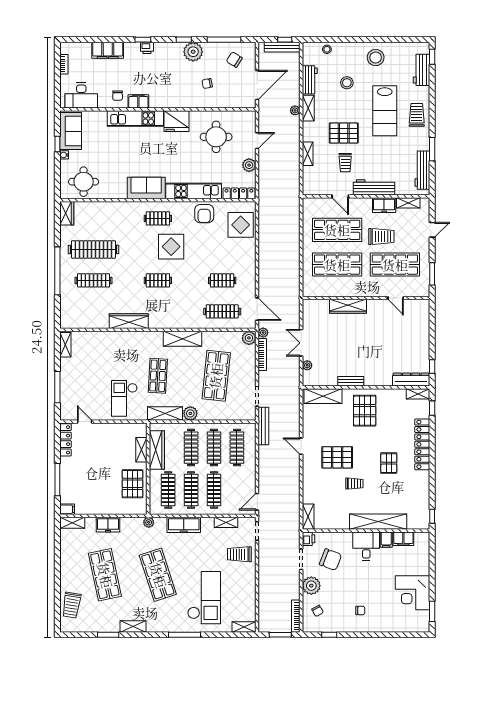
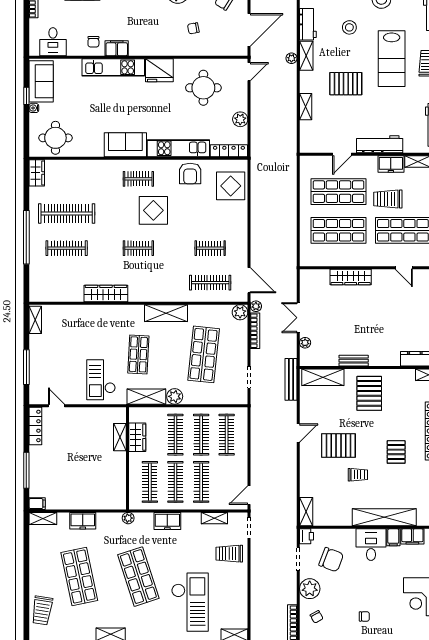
desk: (81, 96) -> (53, 42), width x0.73
door: (257, 141) -> (249, 72), moved
trolley: (345, 163) -> (347, 117), removed
door: (340, 196) -> (342, 154), hinge flipped
trolley: (381, 236) -> (388, 199), turned 180
bench: (263, 426) -> (291, 379), moved
door: (301, 446) -> (298, 433), swing flipped
wardrobe: (157, 450) -> (137, 437), width x0.67
pallet: (132, 484) -> (110, 475), removed
freezer: (184, 525) -> (167, 521), width x0.71

